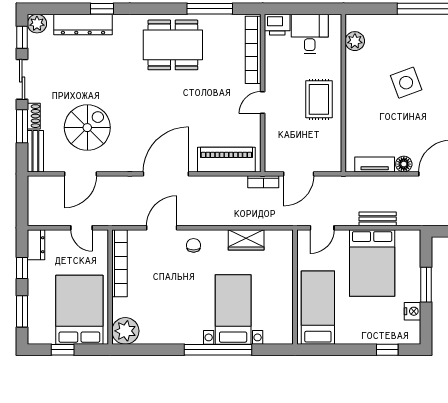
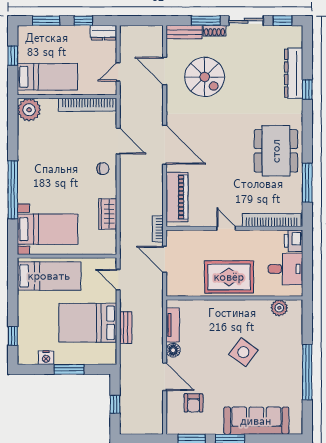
plant: (37, 24) -> (294, 34), removed
side table: (406, 83) -> (243, 352), turned -33
rug: (319, 99) -> (229, 277), width x1.36, depth x1.43
bed: (79, 310) -> (47, 77), width x0.67
bed with nightstands: (233, 310) -> (48, 229), moved

